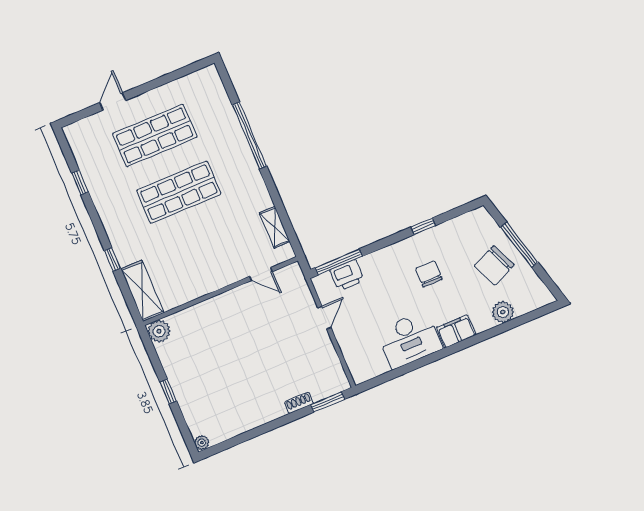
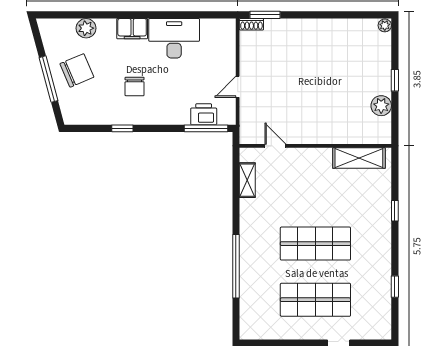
shelving: (142, 291) -> (359, 158), moved, turned 90
plant: (159, 331) -> (381, 106), moved
shoe rack: (299, 403) -> (251, 24), moved

